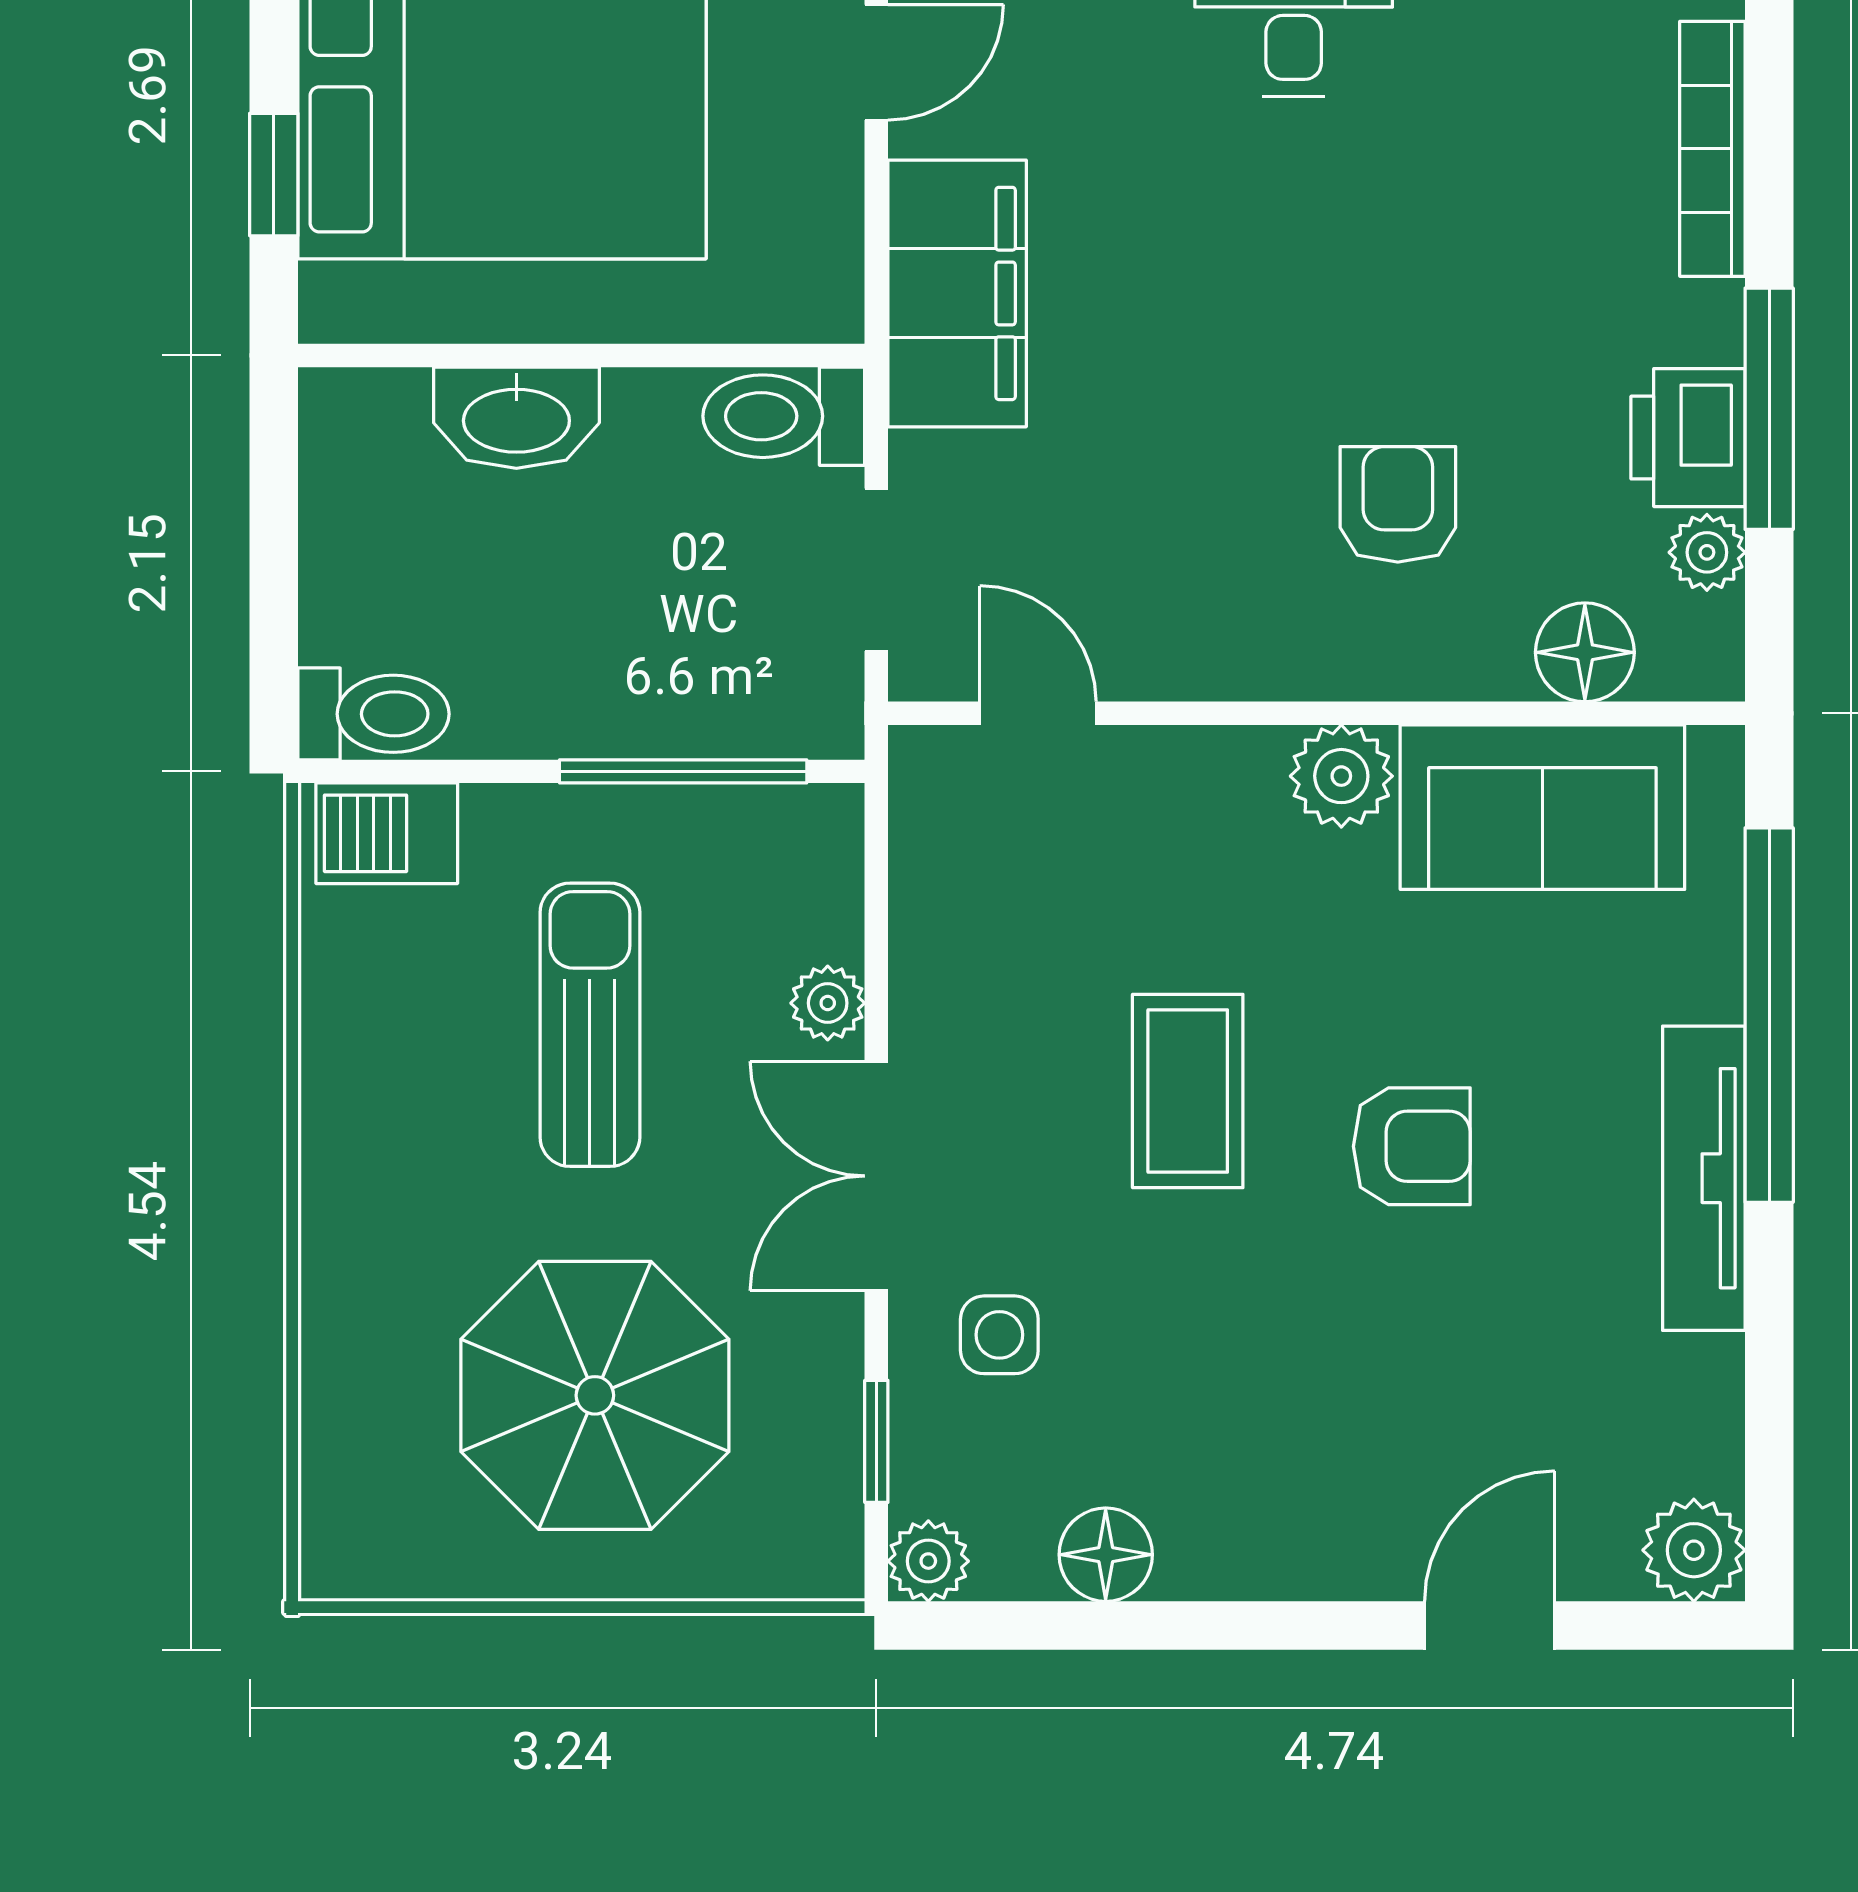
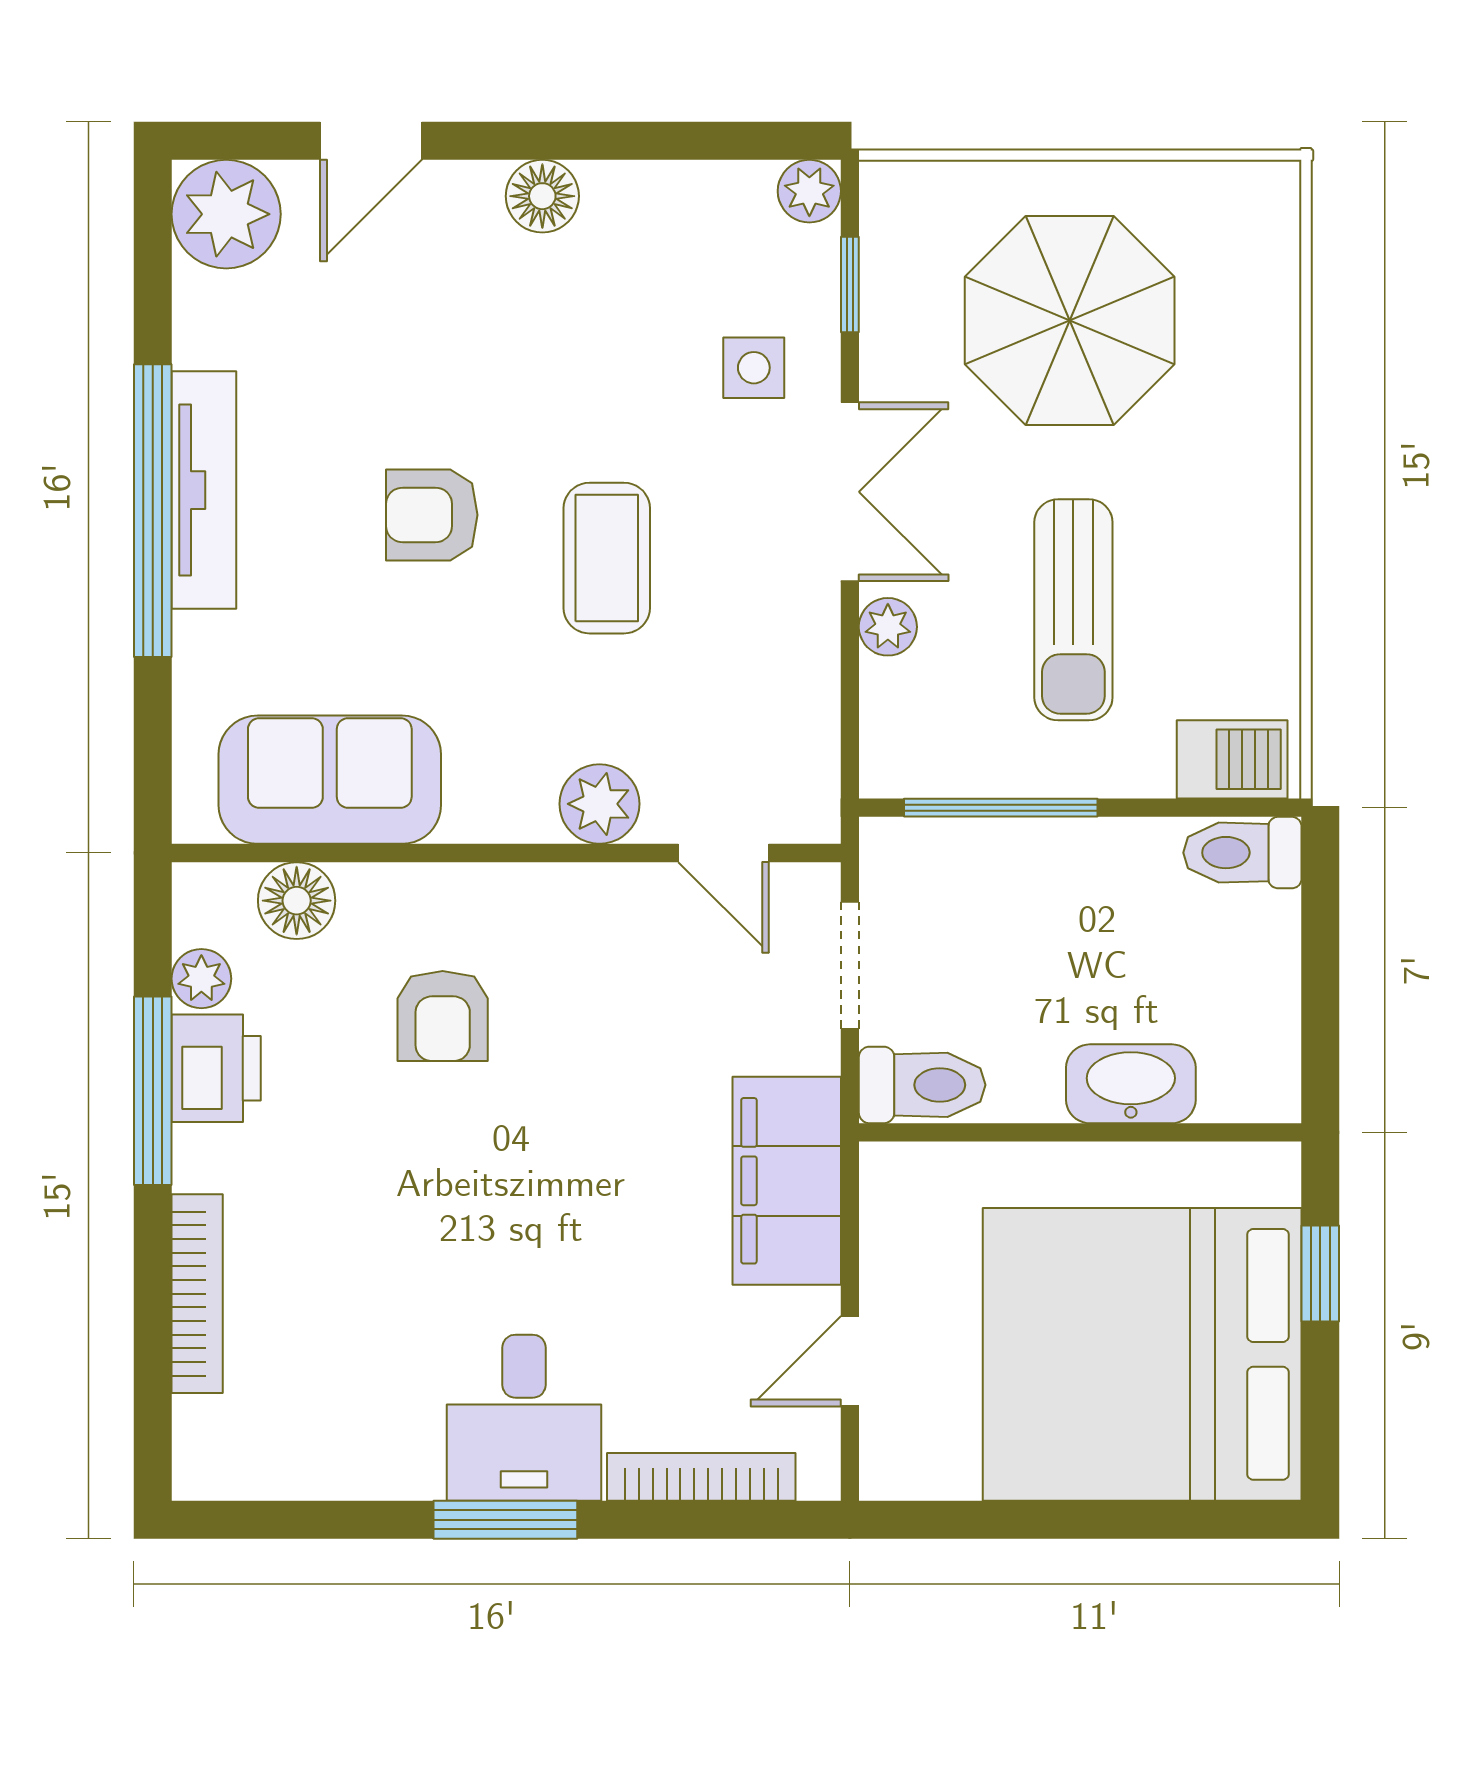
plant: (1341, 776) -> (599, 804), moved
window: (1769, 1015) -> (153, 511), moved
plant: (1694, 1550) -> (226, 214), width x1.36, depth x1.36
floor lamp: (1106, 1555) -> (542, 196), moved

